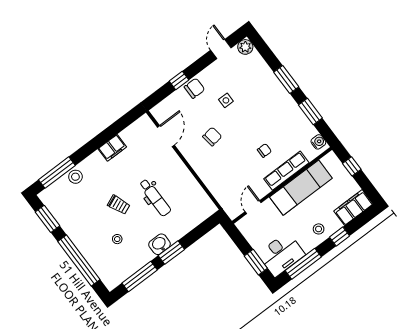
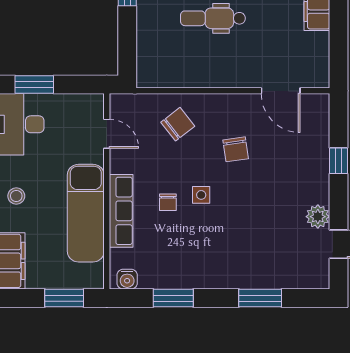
plant: (245, 47) -> (318, 217), moved
window: (286, 79) -> (260, 298), moved
chair: (194, 88) -> (178, 124), moved, turned -128
side table: (226, 100) -> (201, 195), moved
window: (352, 166) -> (64, 298), width x1.50

